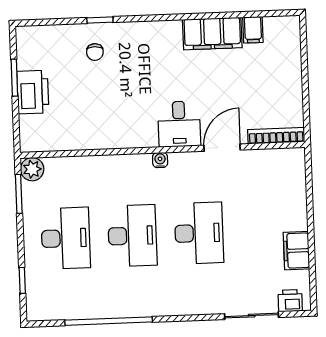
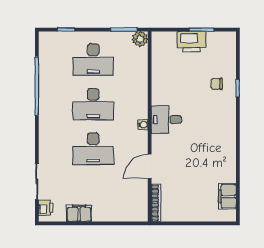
filing cabinet: (253, 30) -> (227, 196), width x2.00
filing cabinet: (212, 34) -> (226, 163), removed
desk: (179, 124) -> (166, 120), moved
door: (222, 148) -> (150, 166), swing flipped

